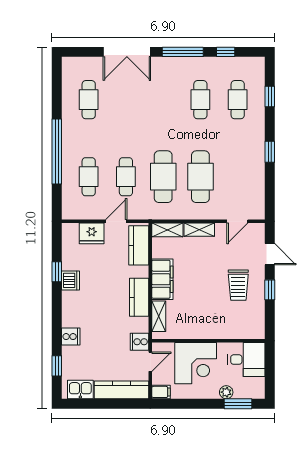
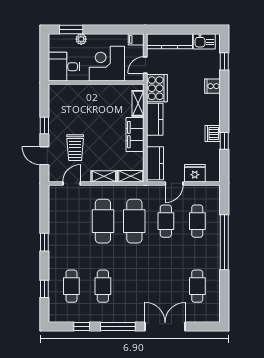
trolley: (238, 285) -> (75, 148), moved, turned 180
cooker: (139, 342) -> (157, 88), width x1.87, depth x1.31

